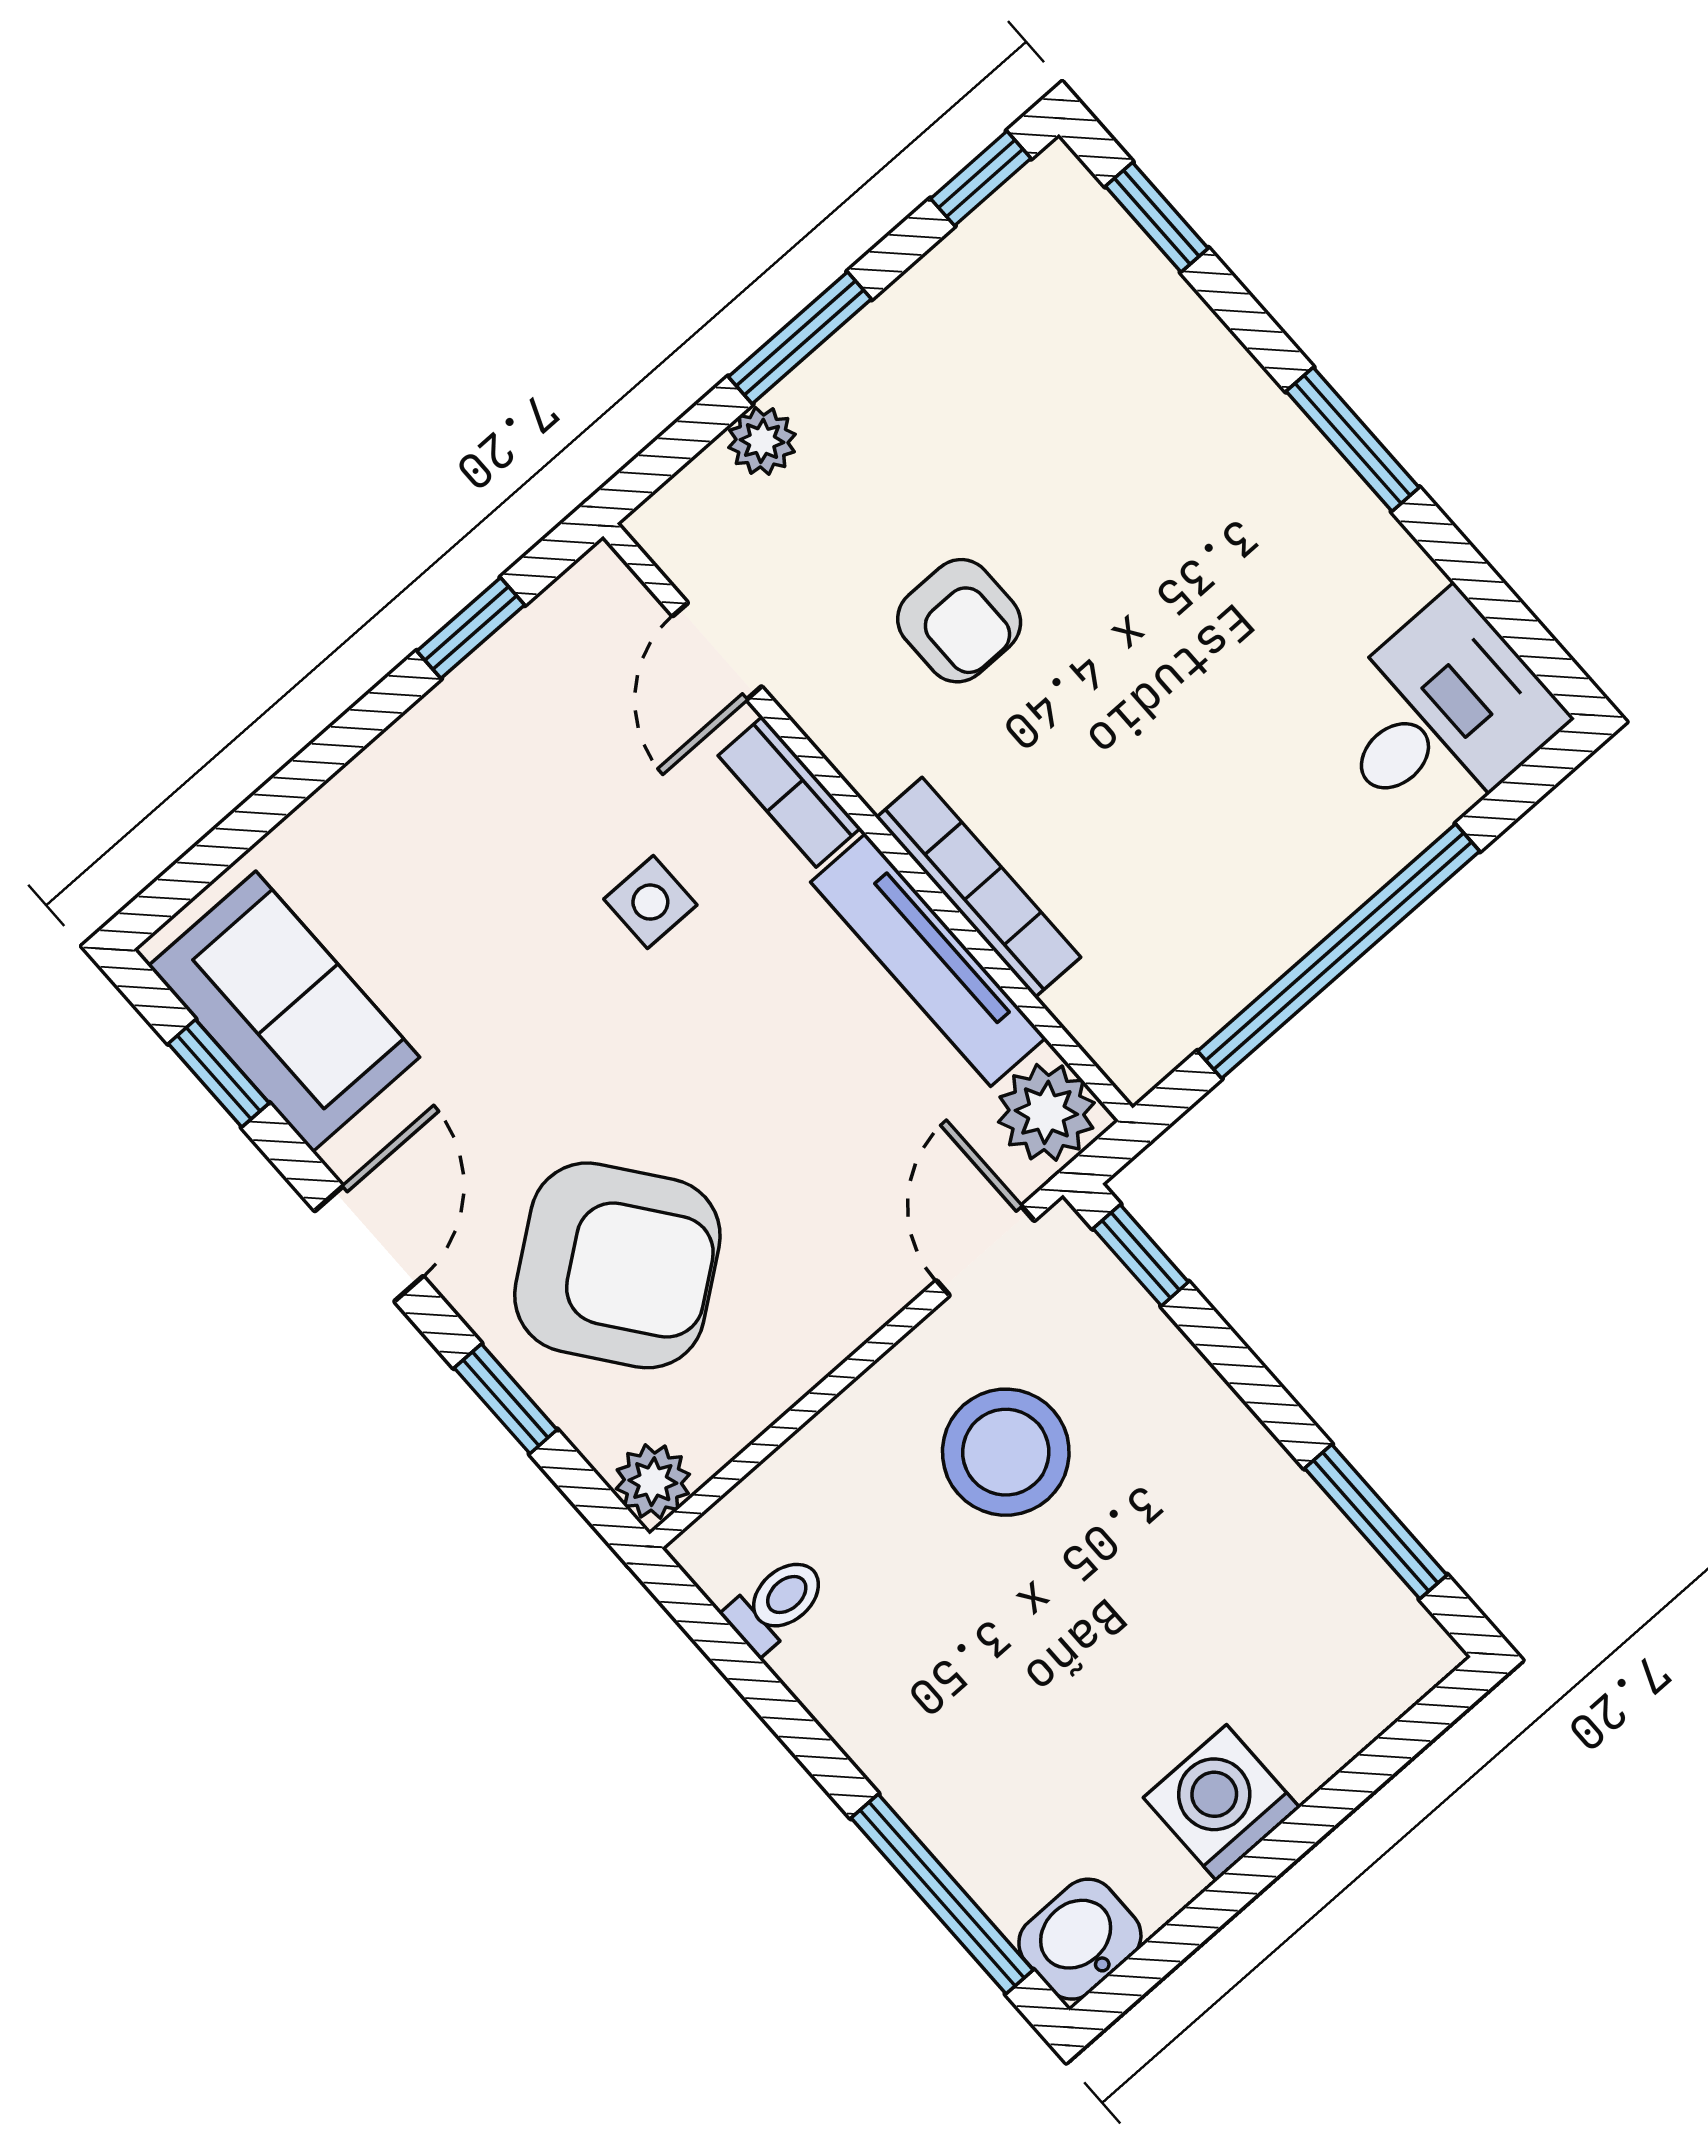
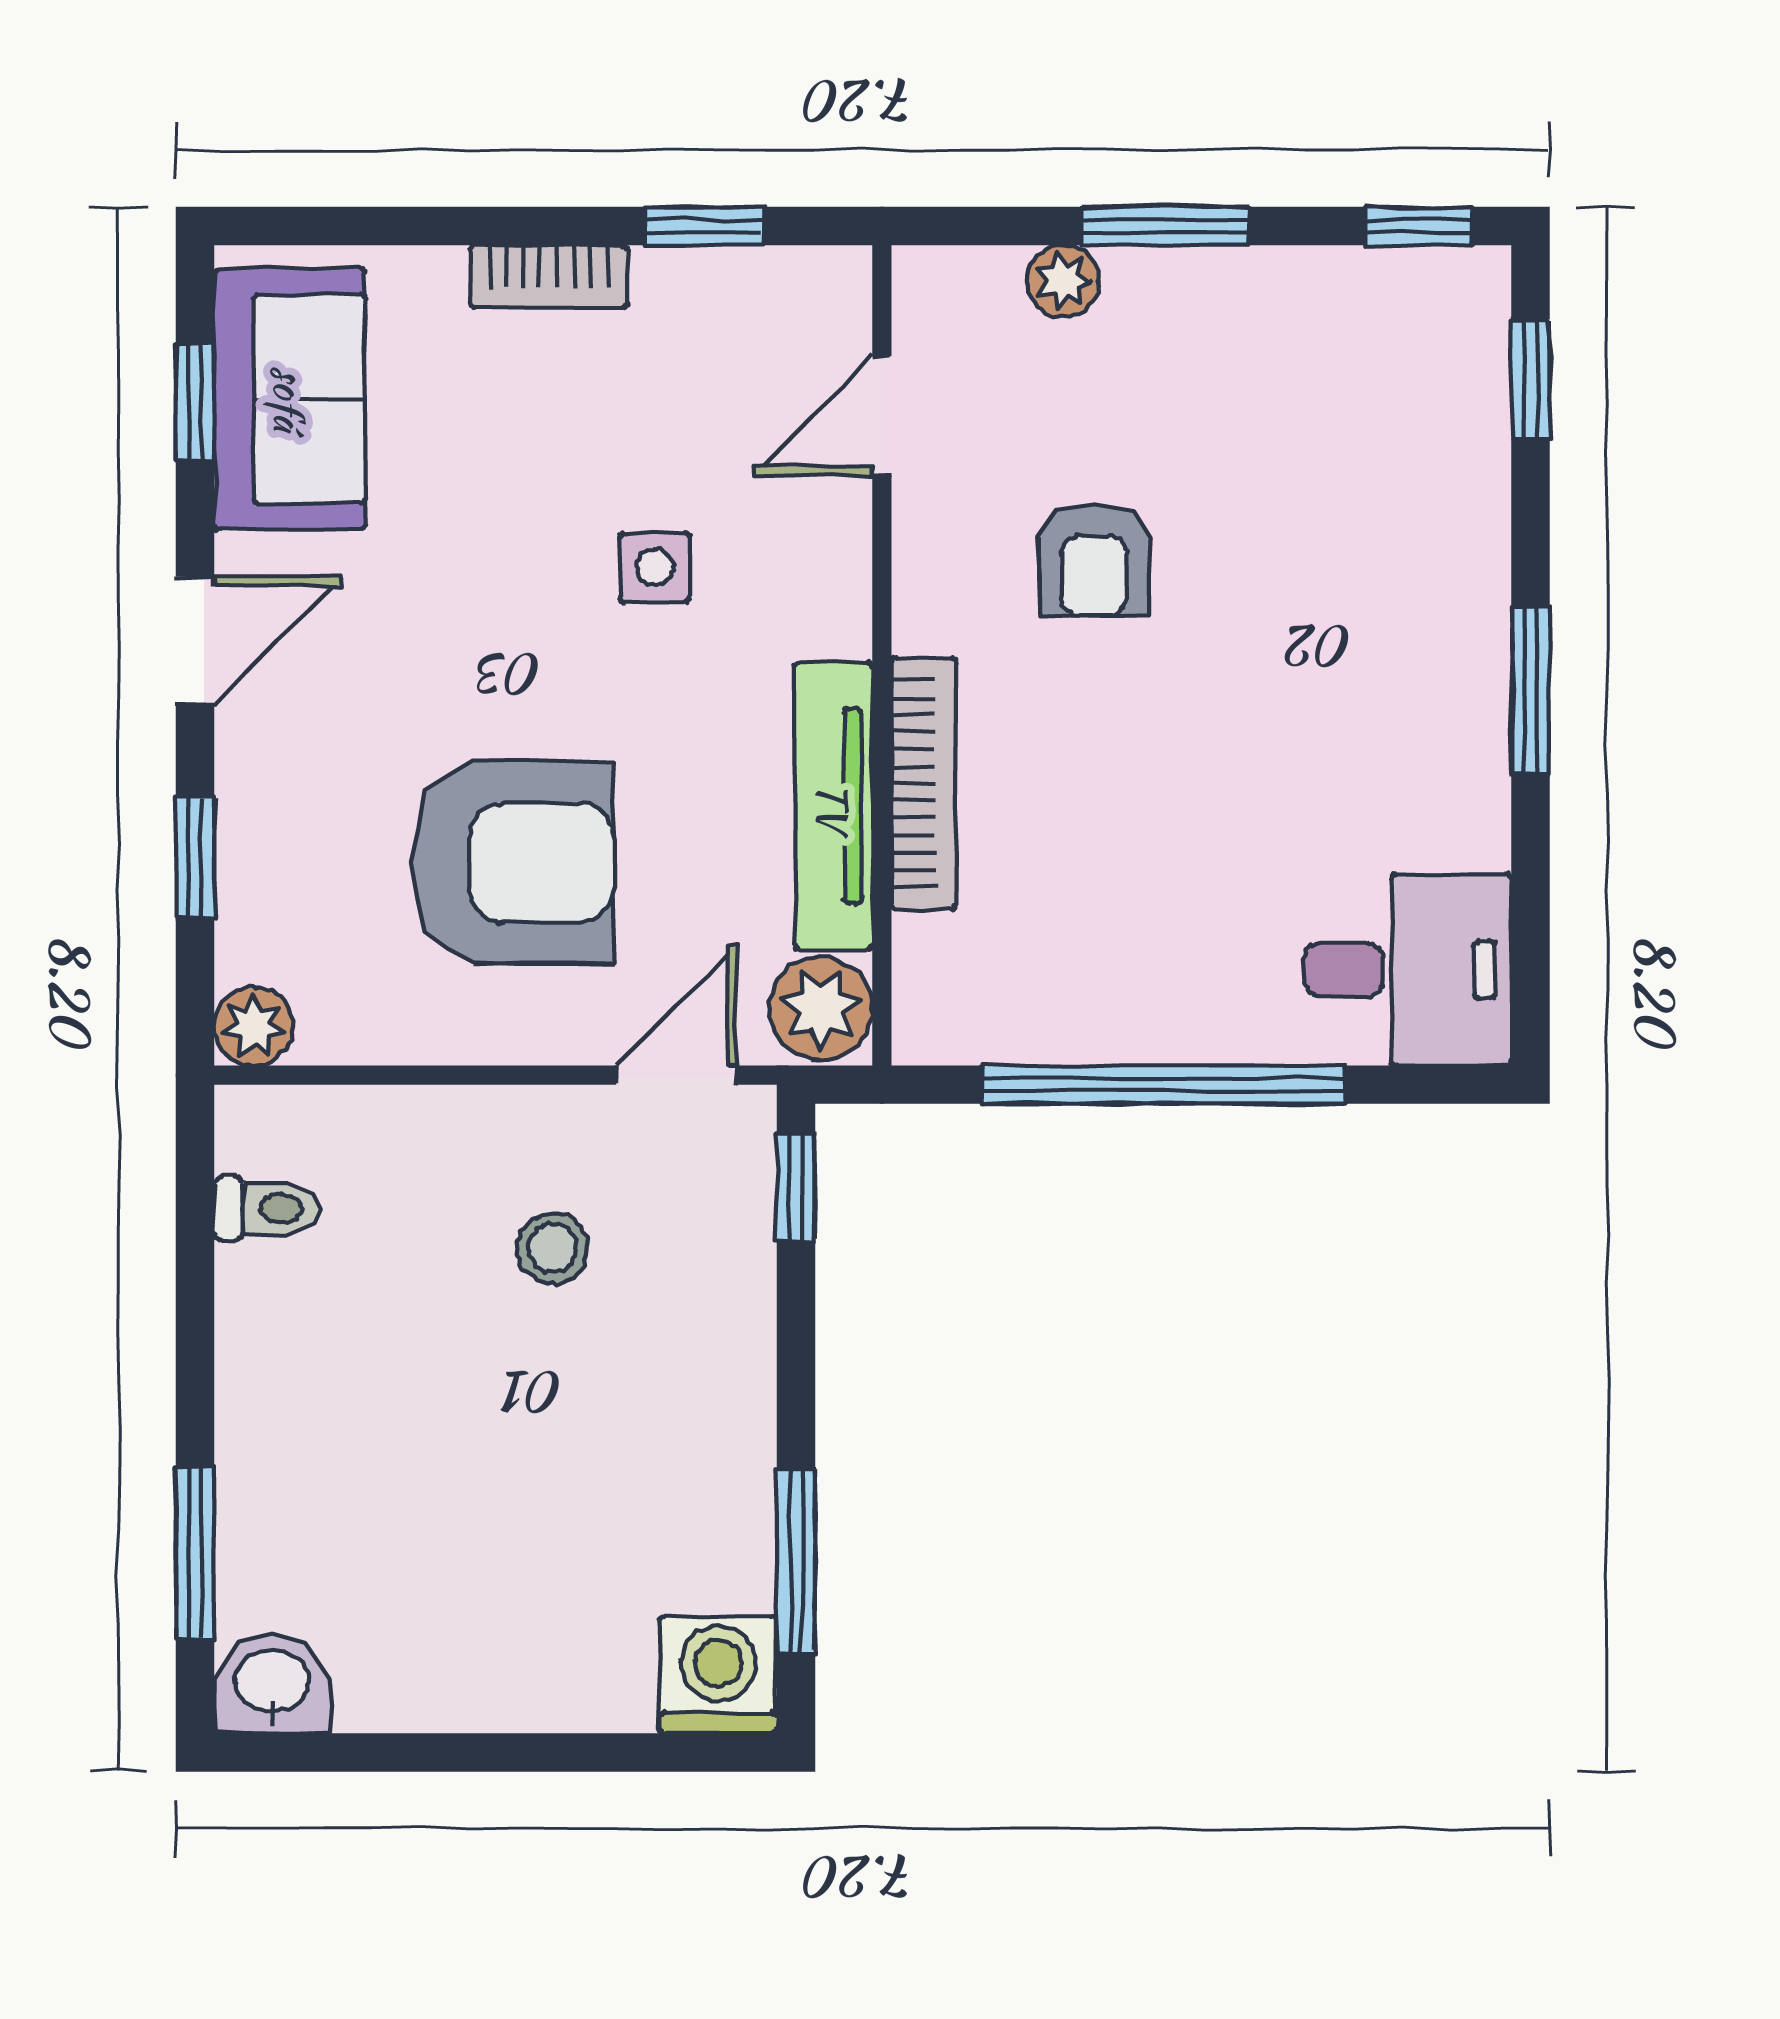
bookcase: (789, 792) -> (549, 276), moved, turned -90
armchair: (617, 1265) -> (513, 863), moved, turned -53
stool: (1006, 1452) -> (552, 1248), width x0.53, depth x0.53
washing machine: (1222, 1803) -> (718, 1675), moved
window: (942, 1894) -> (195, 1553), width x0.69

